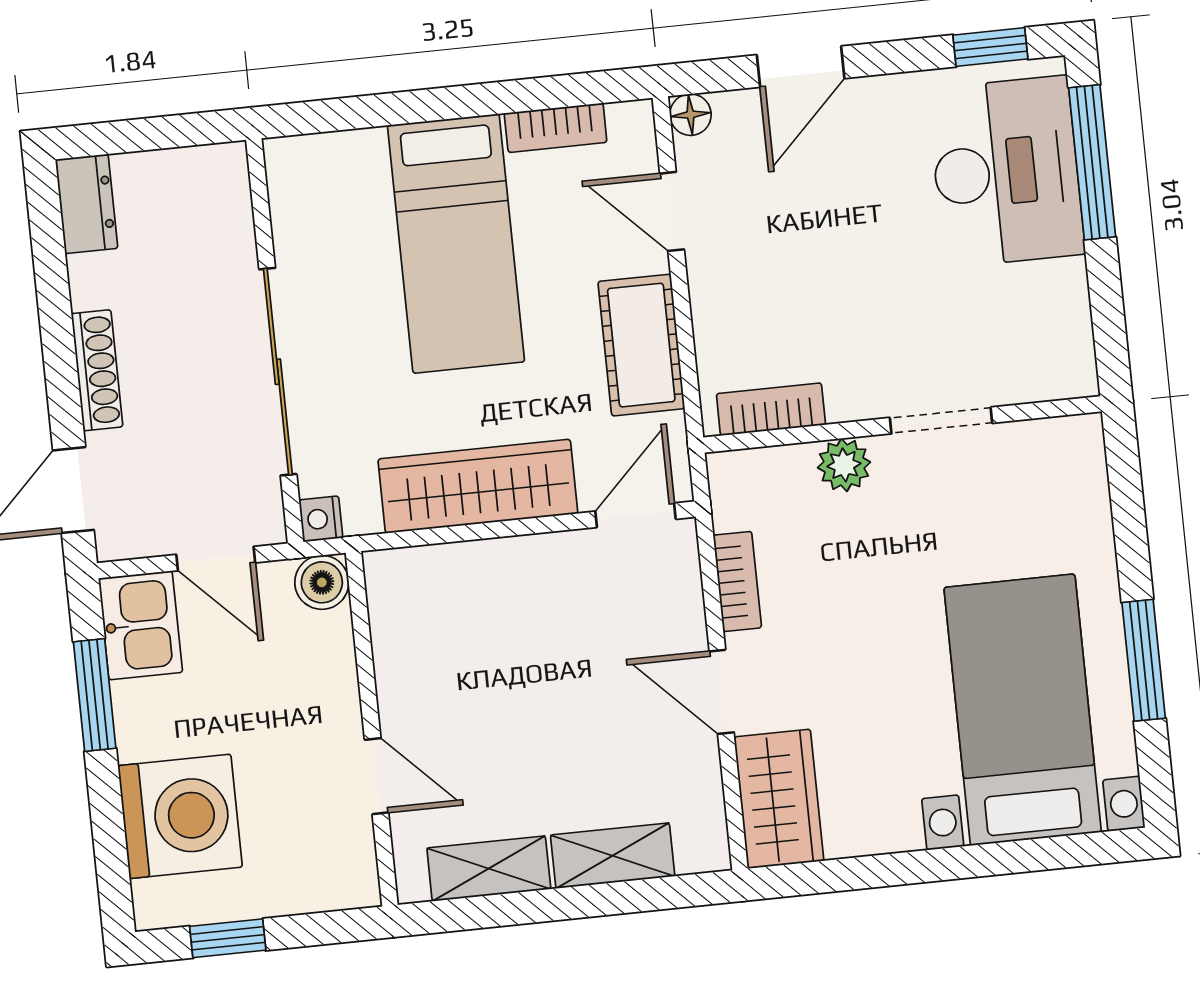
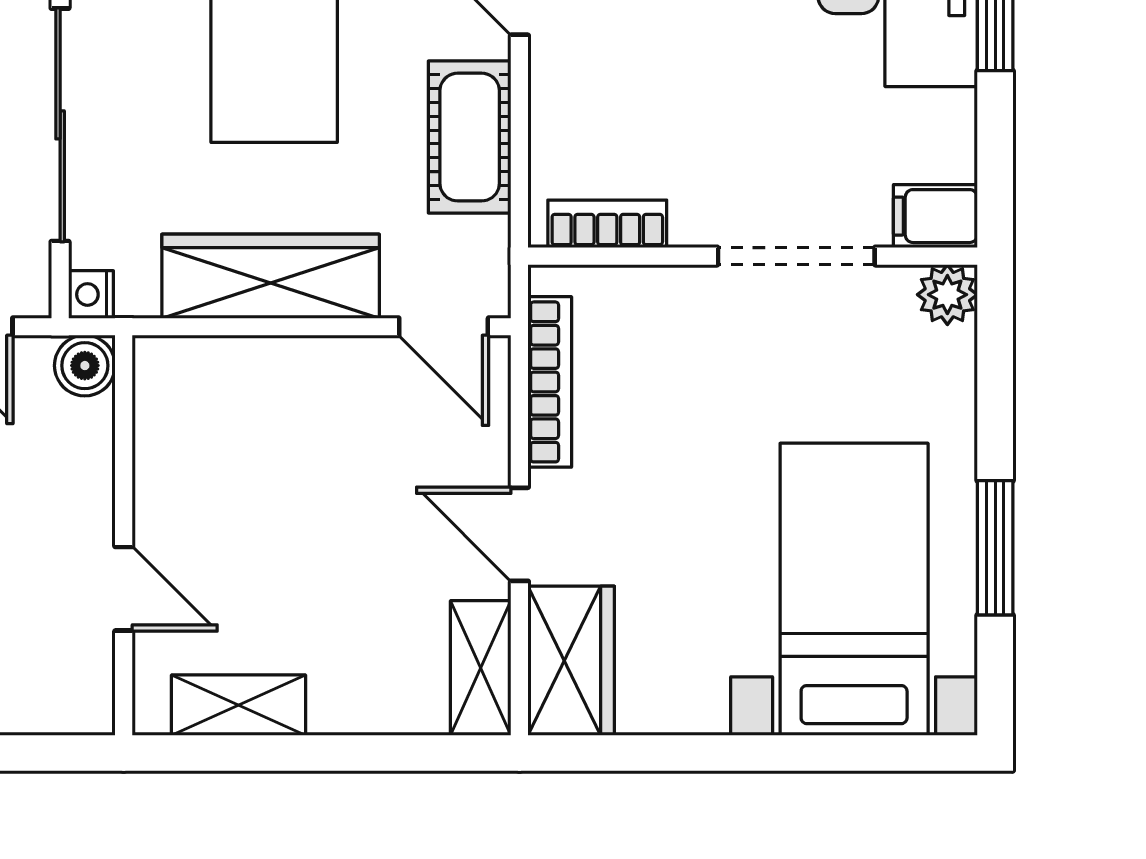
filing cabinet: (1060, 372) -> (935, 216), added
doorway: (941, 420) -> (796, 256), width x1.38
plant: (844, 465) -> (947, 295), moved
door: (636, 515) -> (444, 327), swing flipped
bookcase: (737, 581) -> (550, 382), width x1.56
shelving: (613, 856) -> (481, 668), moved, turned 90

